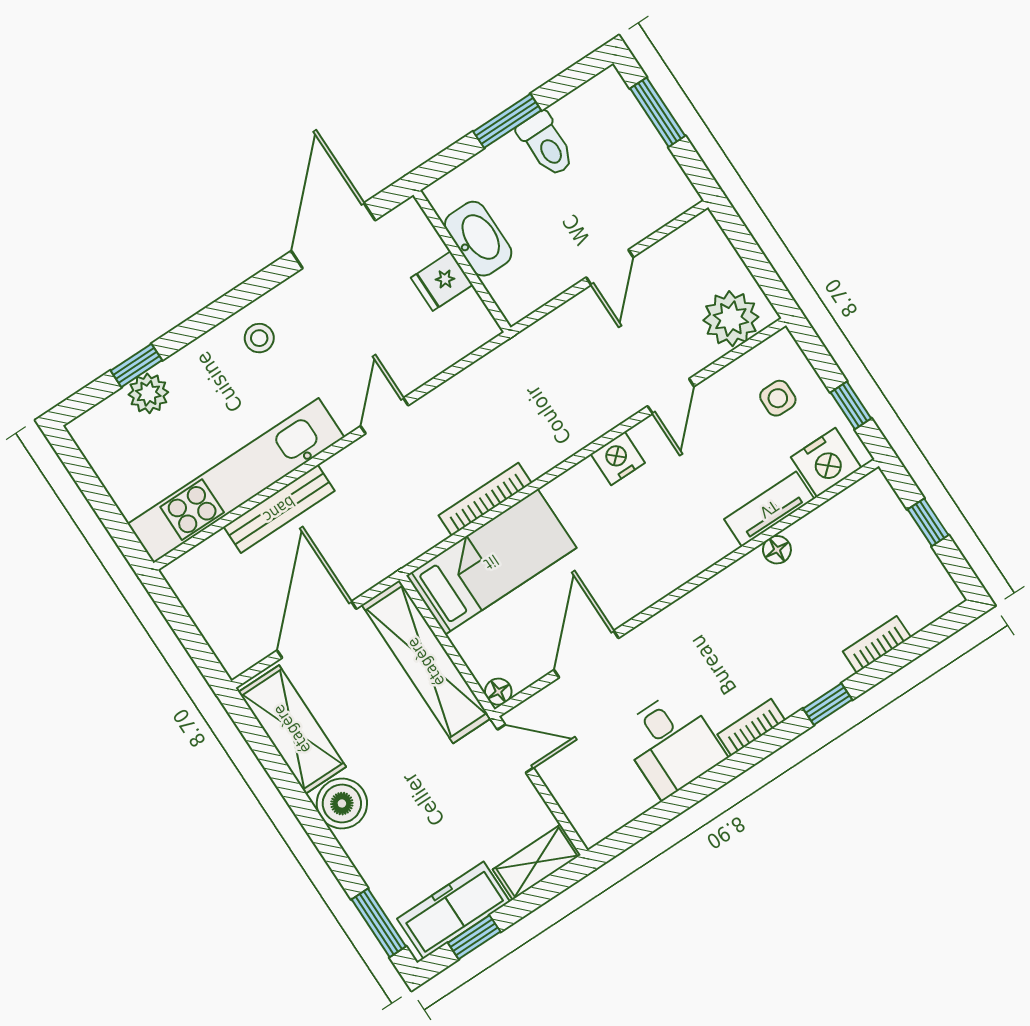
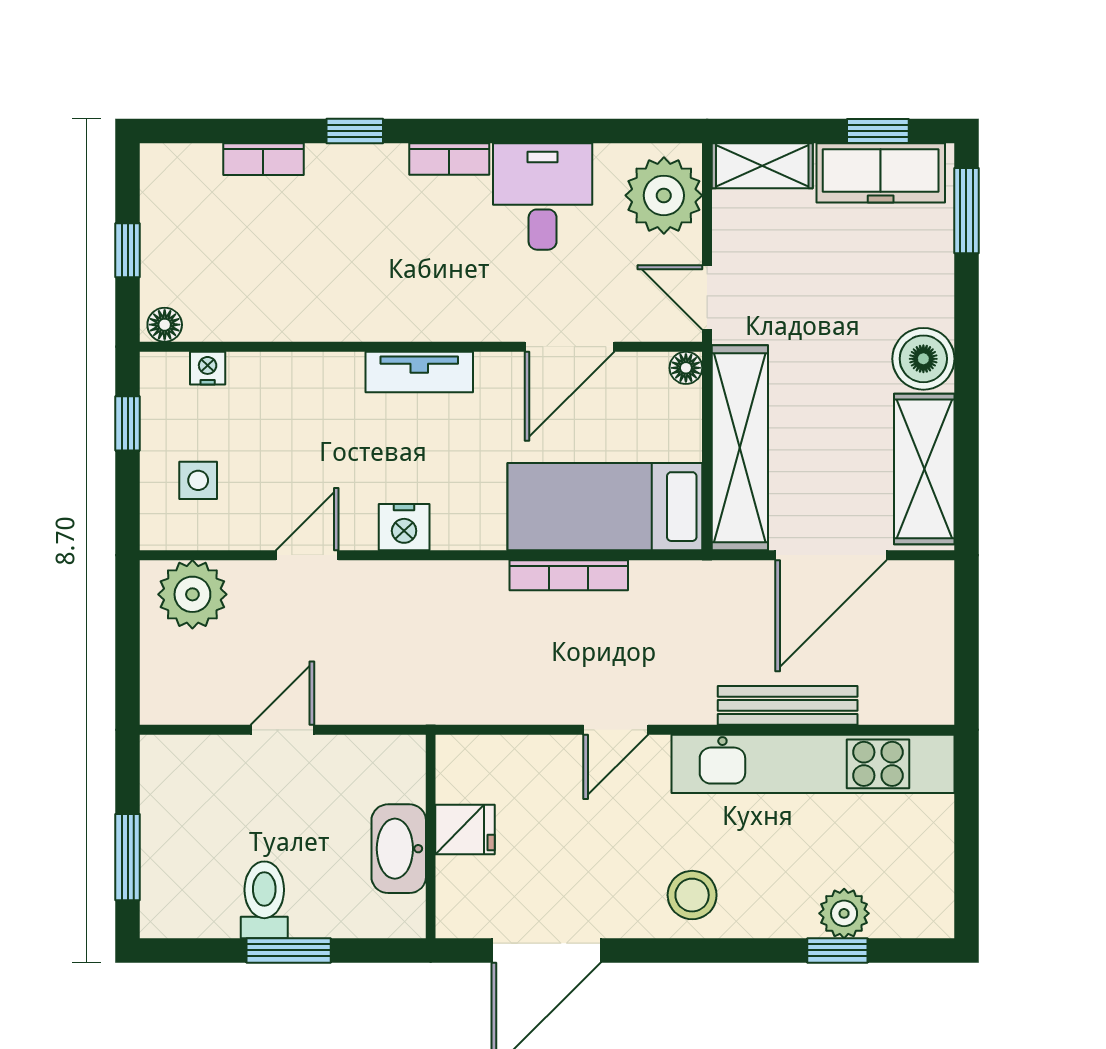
stool: (259, 338) -> (692, 895), width x1.37, depth x1.37
nightstand: (826, 462) -> (208, 368), width x0.53, depth x0.56
tv unit: (769, 509) -> (419, 372), moved
floor lamp: (777, 550) -> (165, 325), moved
plant: (590, 798) -> (664, 195), added

